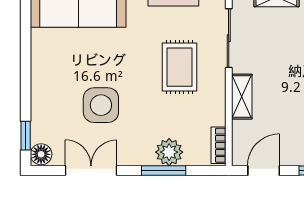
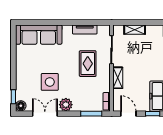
plant: (169, 152) -> (66, 105), moved
window: (164, 171) -> (91, 114), moved
door: (264, 171) -> (128, 114), hinge flipped

